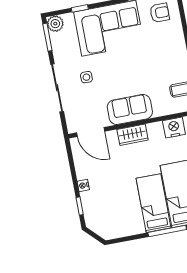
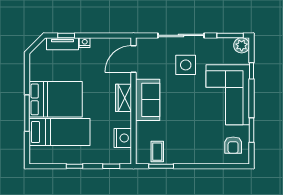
side table: (86, 77) -> (186, 65), width x1.87, depth x1.87
bed: (154, 203) -> (56, 99), width x1.50
tv unit: (89, 208) -> (62, 44), added

